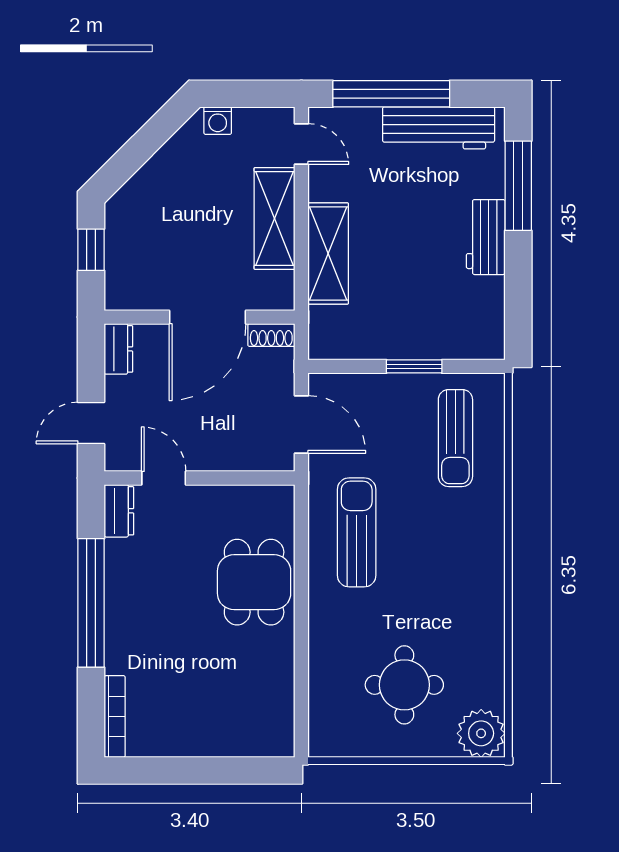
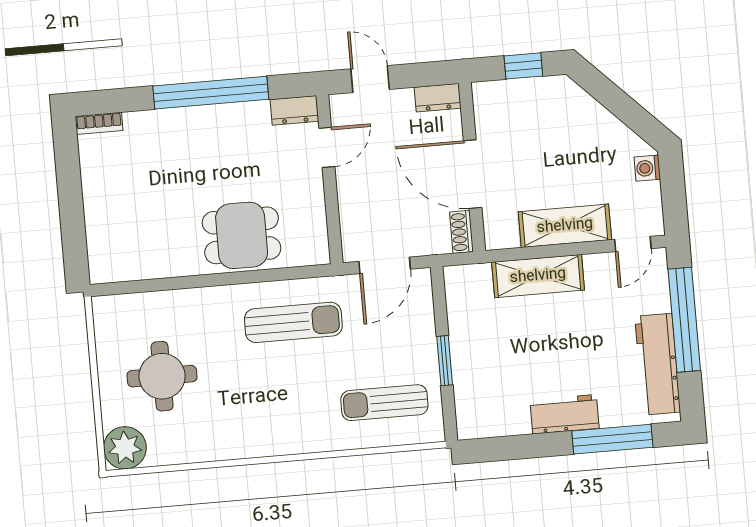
bookcase: (115, 716) -> (99, 123), width x0.64

